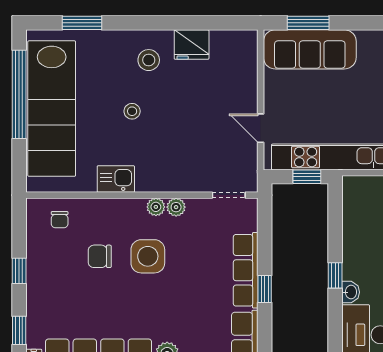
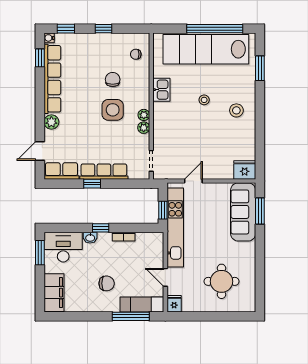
fridge: (192, 45) -> (245, 170), moved, turned 90
bookcase: (349, 239) -> (124, 237), added

